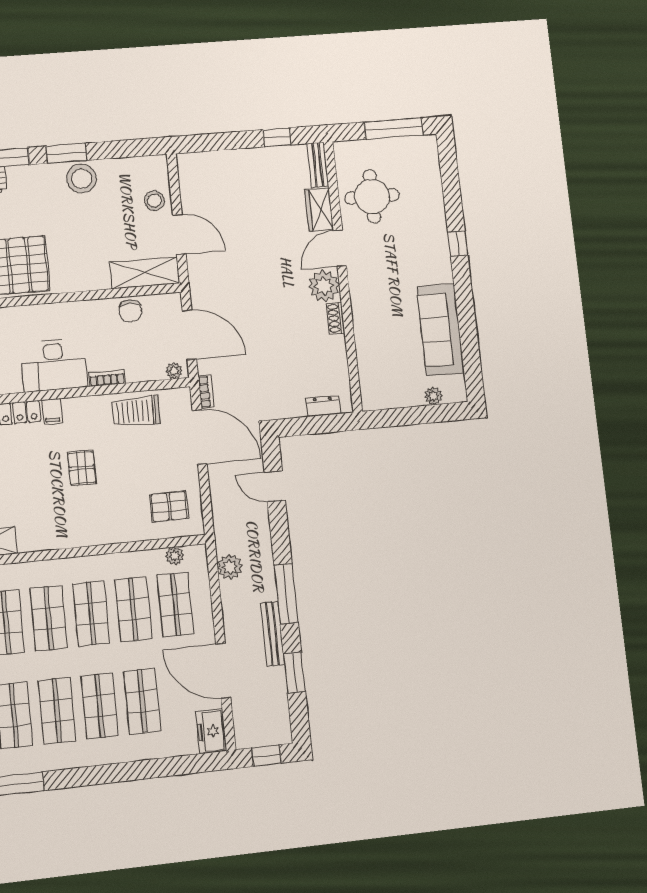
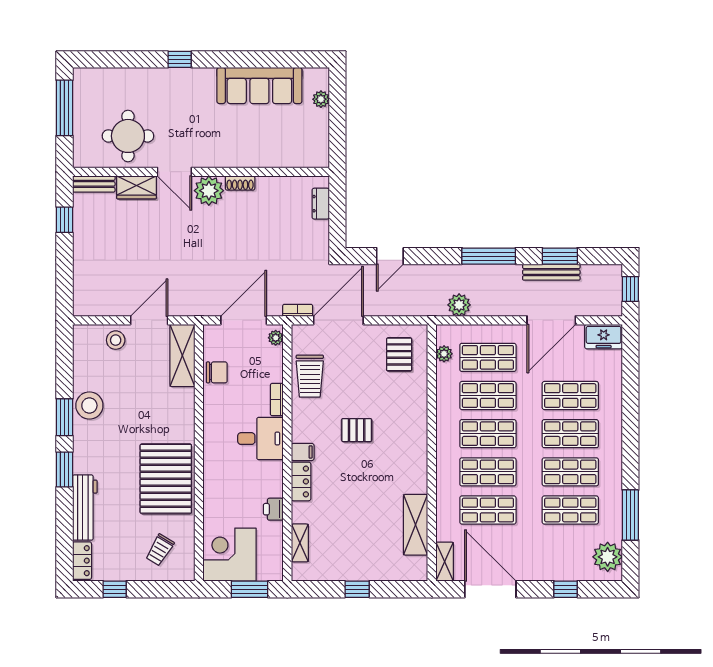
desk: (54, 365) -> (260, 439), width x0.73
bench: (273, 634) -> (551, 272), moved

